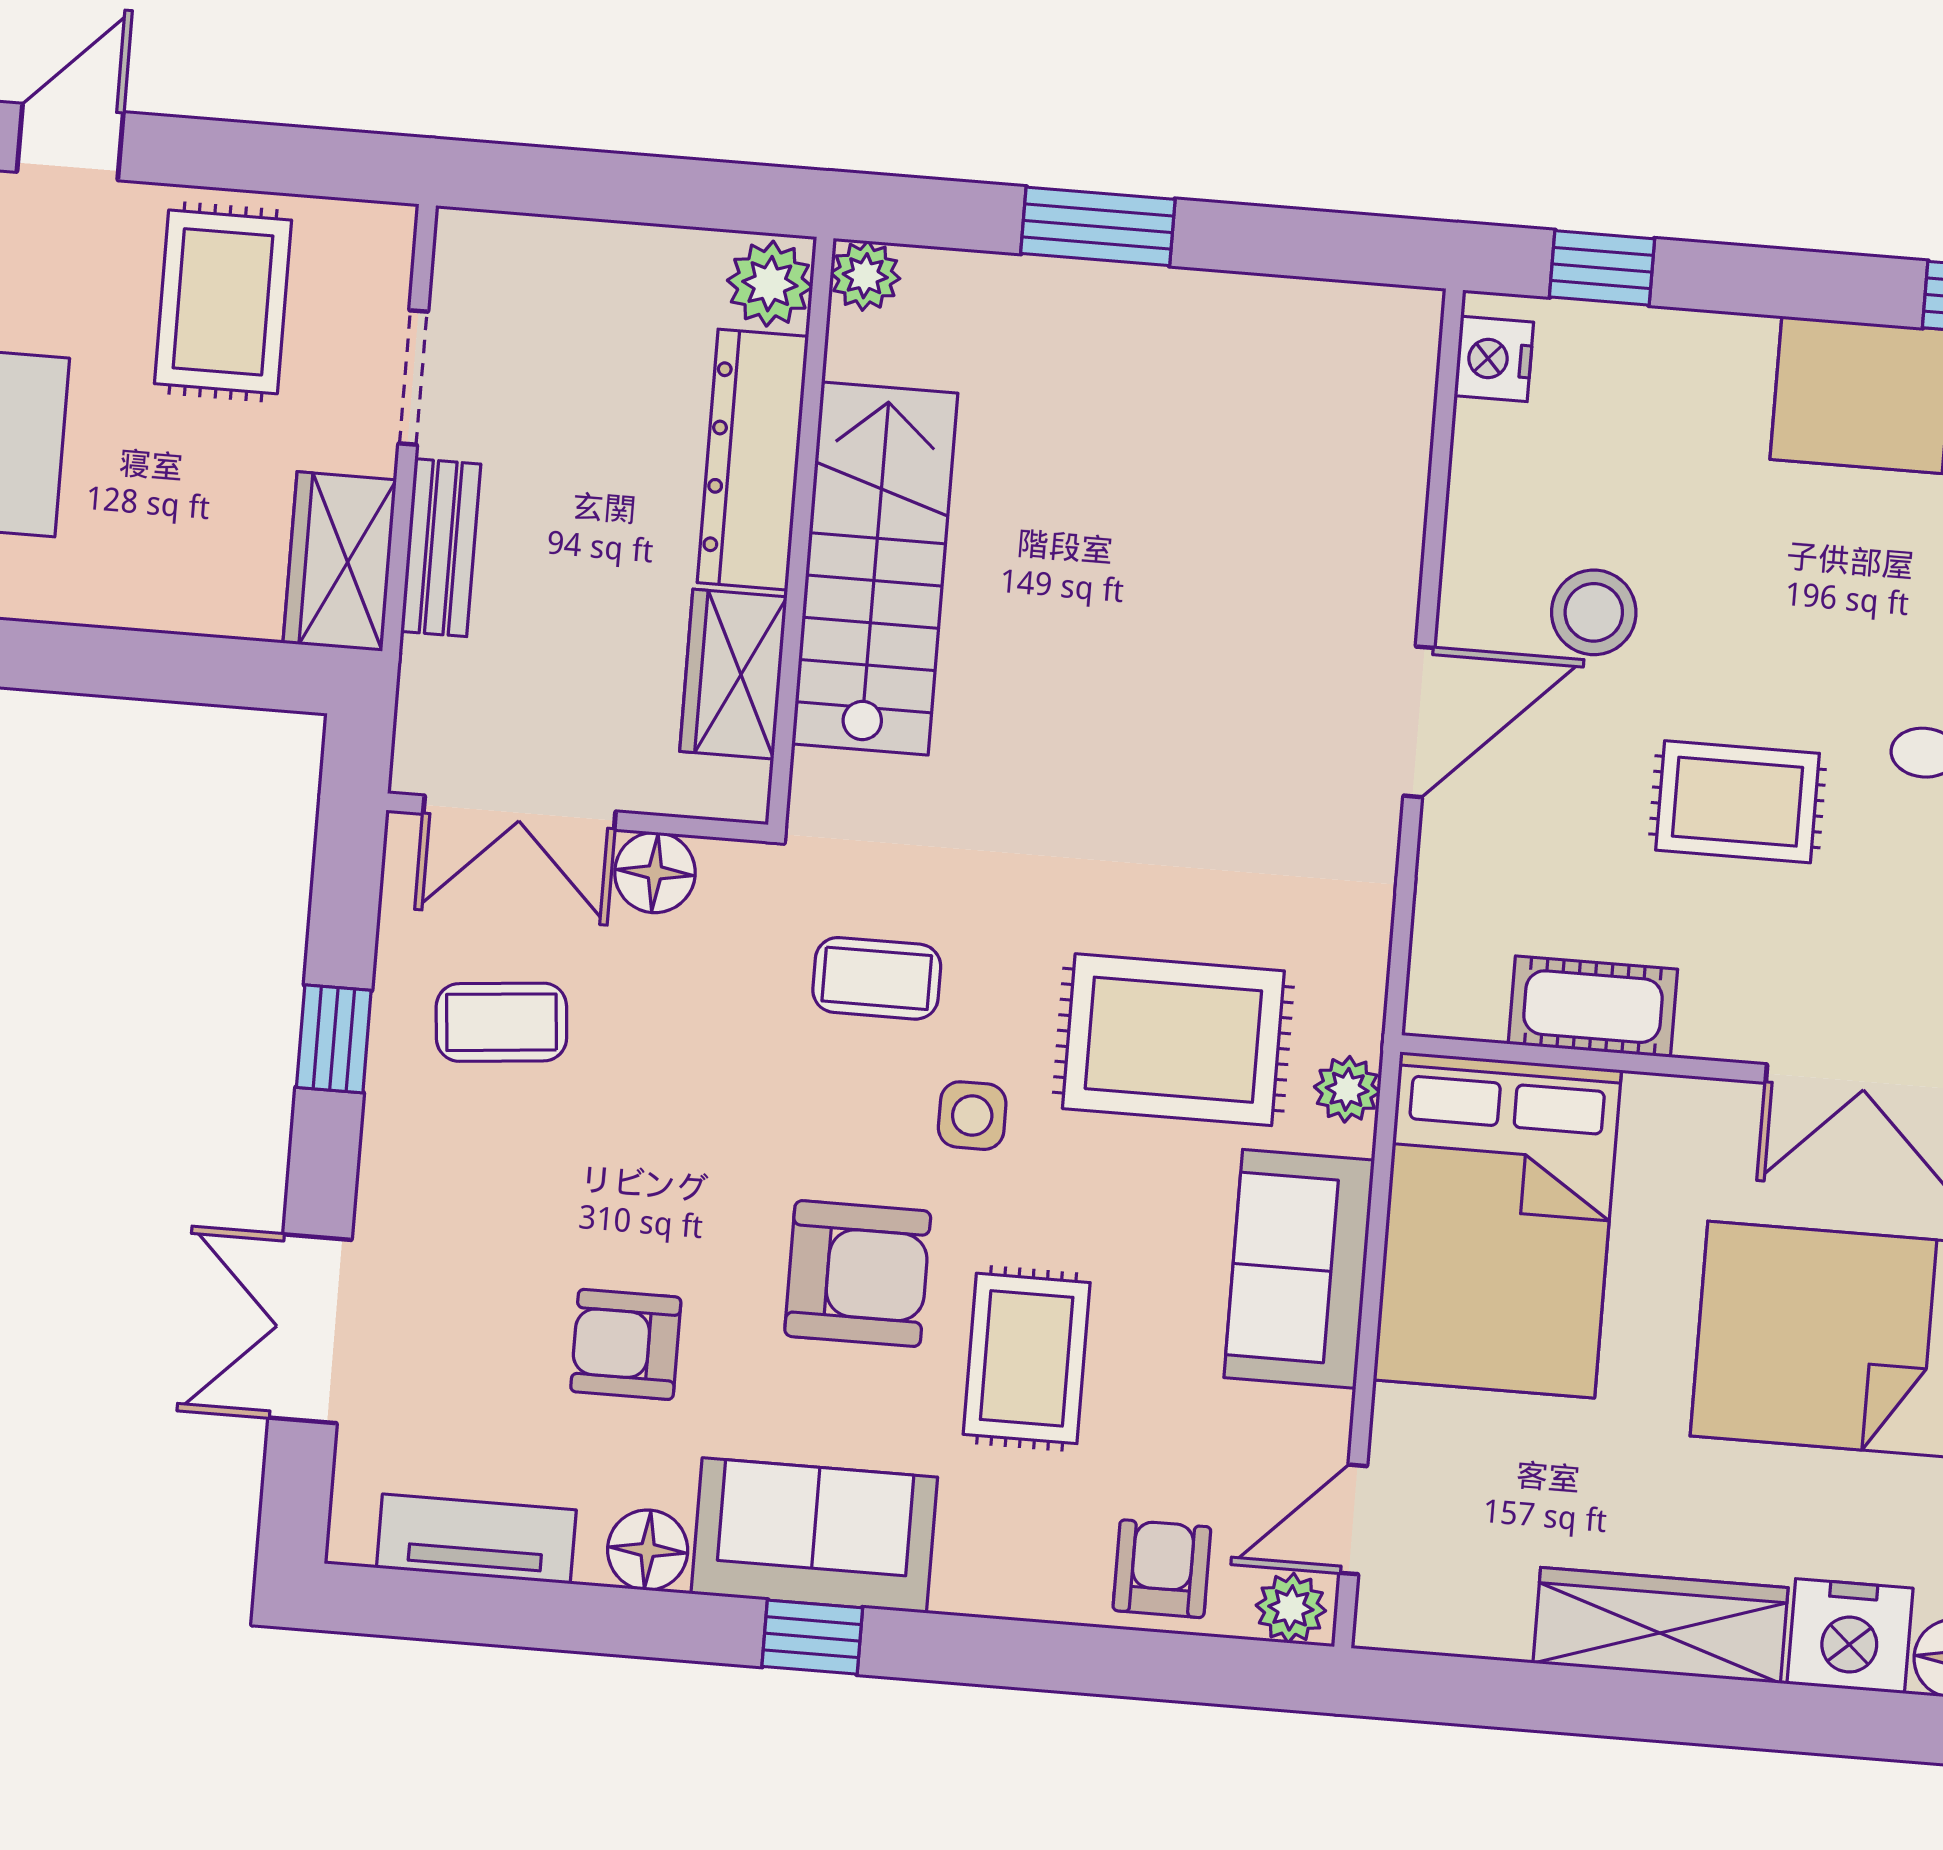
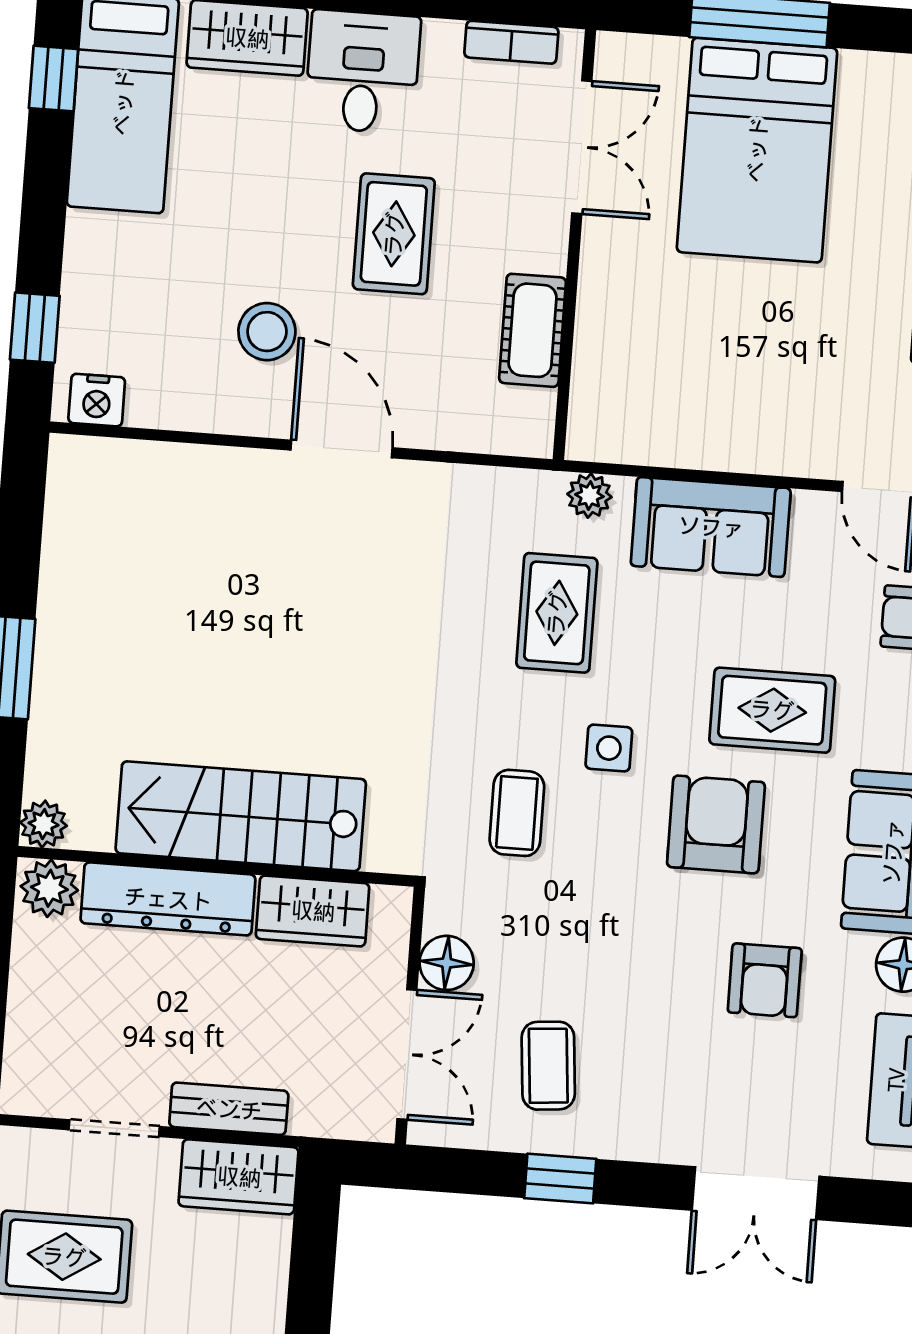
rug: (1173, 1040) -> (557, 613), width x0.73, depth x0.70
bed: (1497, 1225) -> (680, 394), removed

